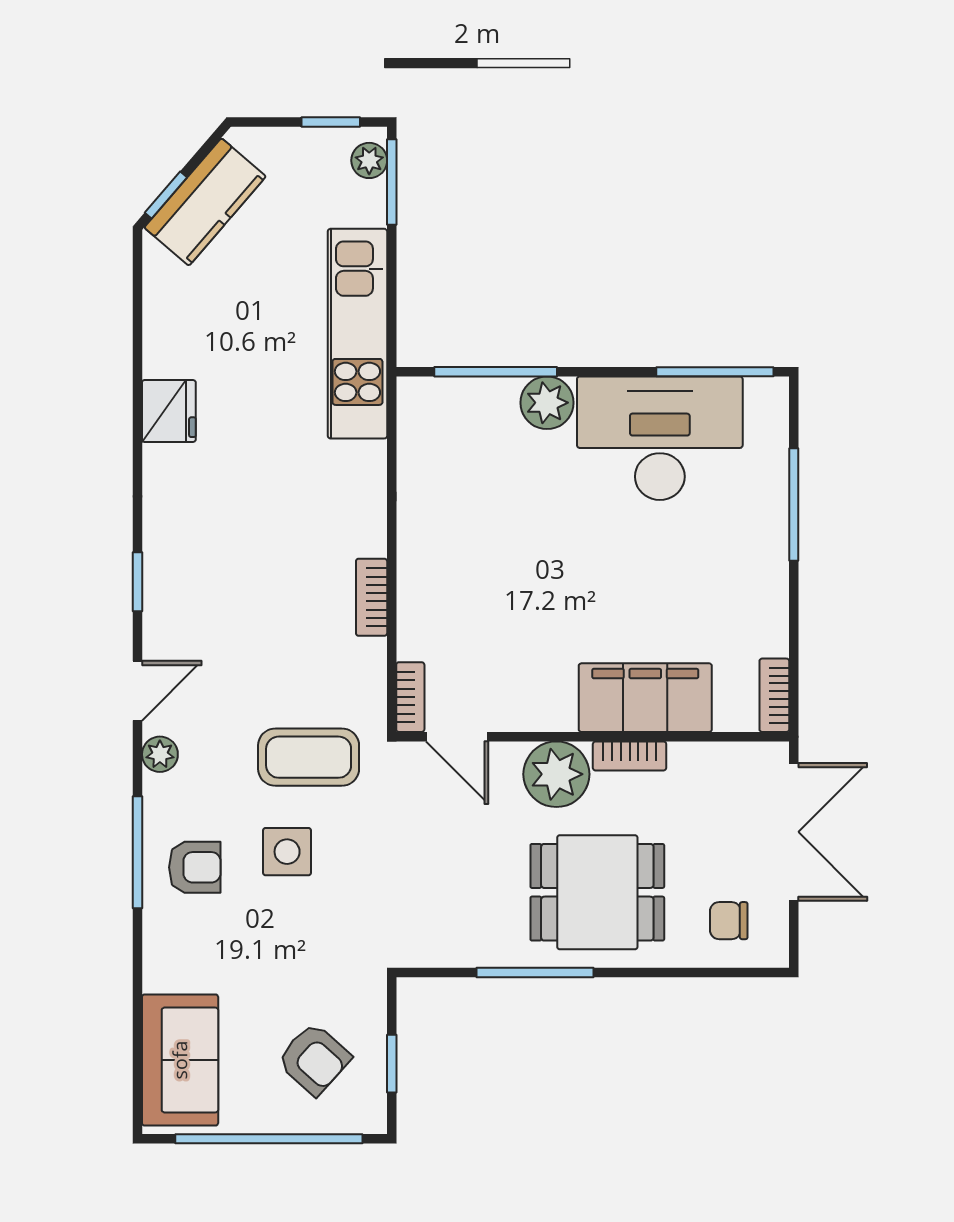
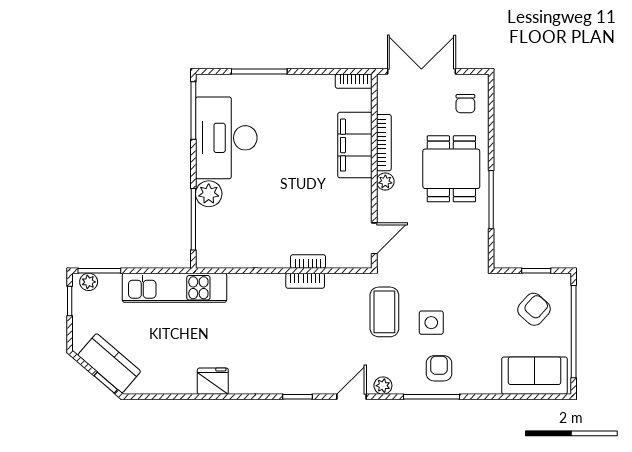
door: (137, 691) -> (352, 397), hinge flipped
bookcase: (410, 697) -> (308, 262), moved
bookcase: (630, 756) -> (384, 143), width x1.56
plant: (556, 774) -> (385, 182), width x0.53, depth x0.53

